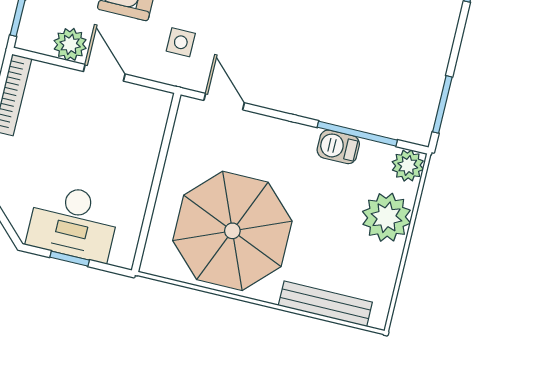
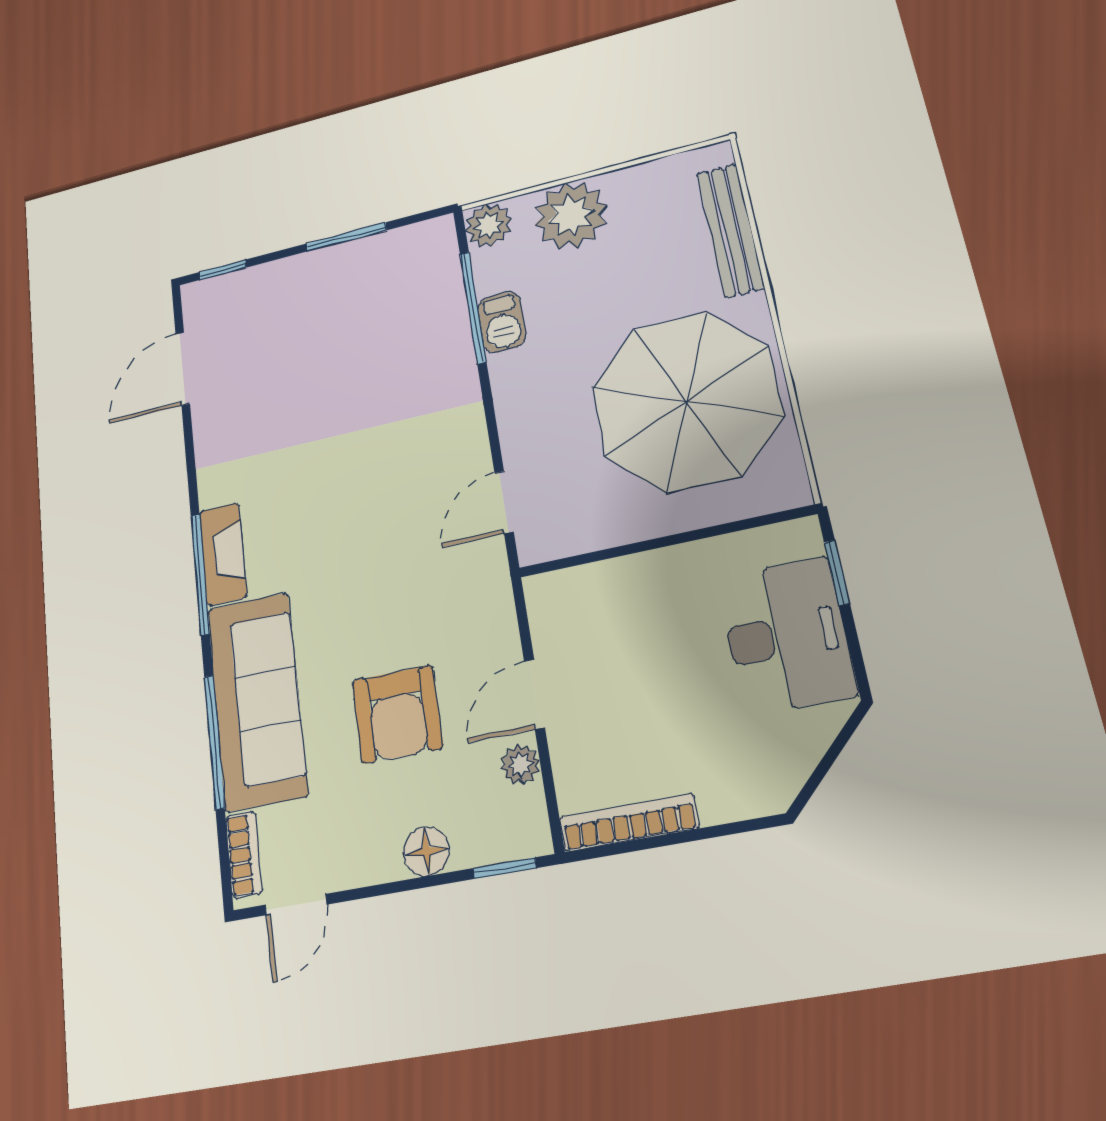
side table: (181, 42) -> (444, 603), removed
plant: (70, 44) -> (520, 765), width x0.73, depth x0.73
window: (442, 104) -> (346, 237), moved
window: (70, 259) -> (837, 573), moved

